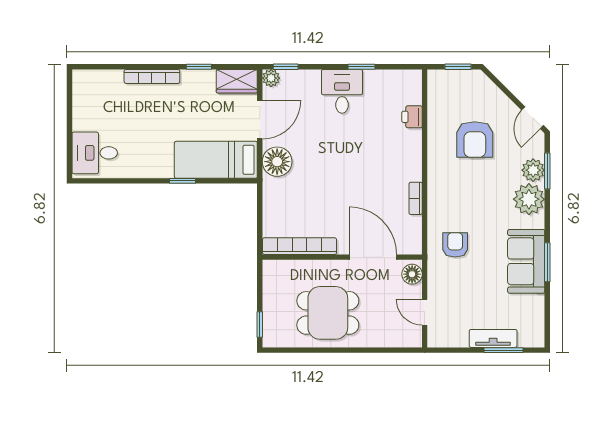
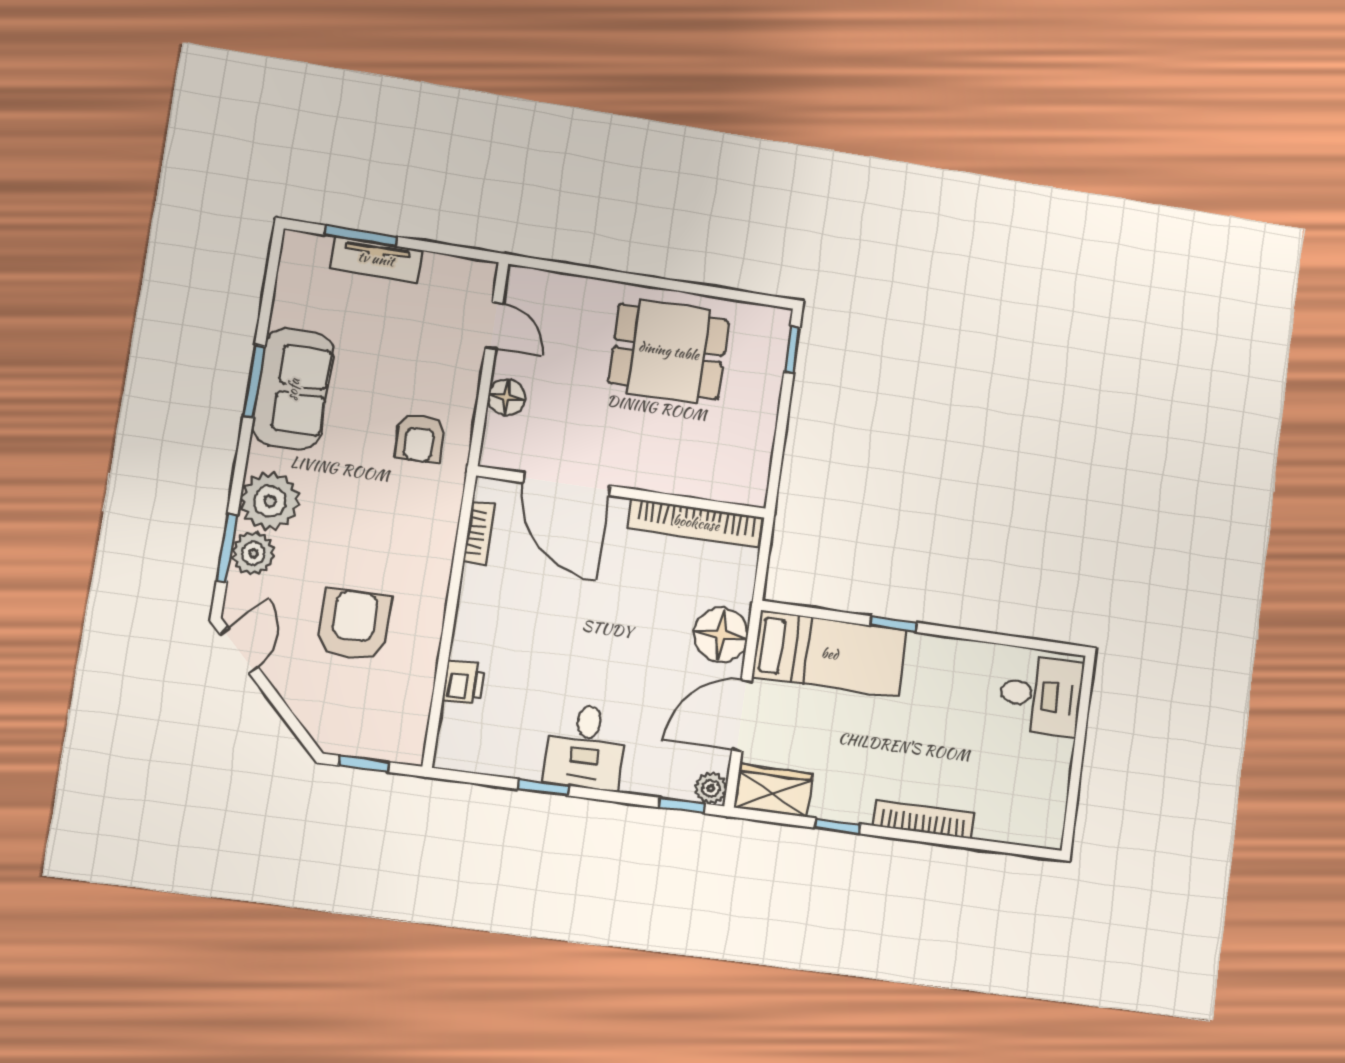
bookcase: (300, 246) -> (696, 523), moved
wall: (342, 257) -> (622, 492), moved
door: (373, 257) -> (567, 484), moved

